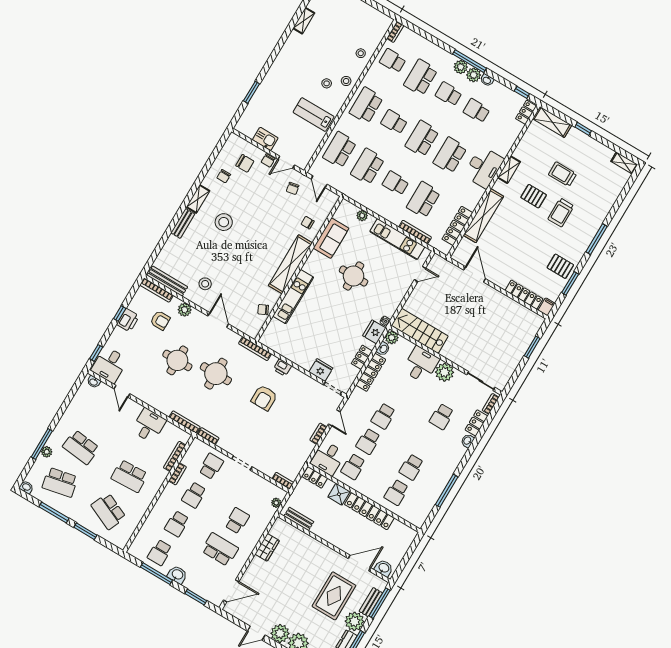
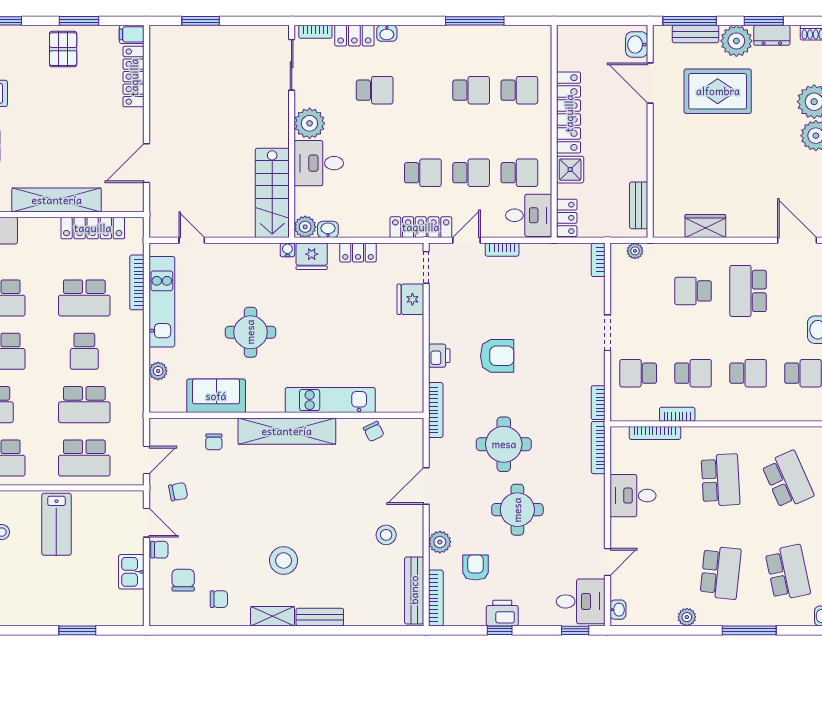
locker: (371, 372) -> (421, 227), moved
plant: (47, 452) -> (687, 617), moved
school desk: (109, 511) -> (788, 480), turned -48

